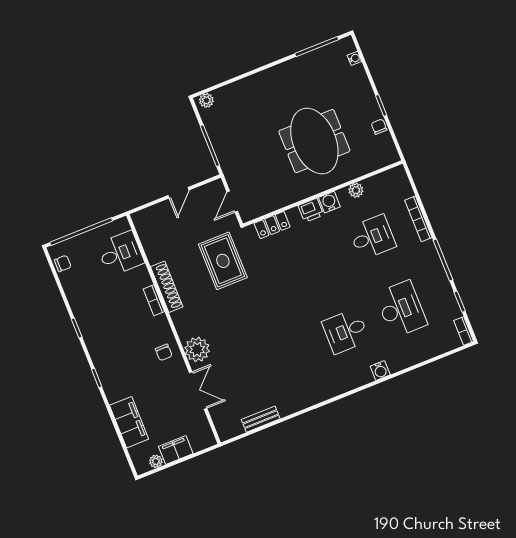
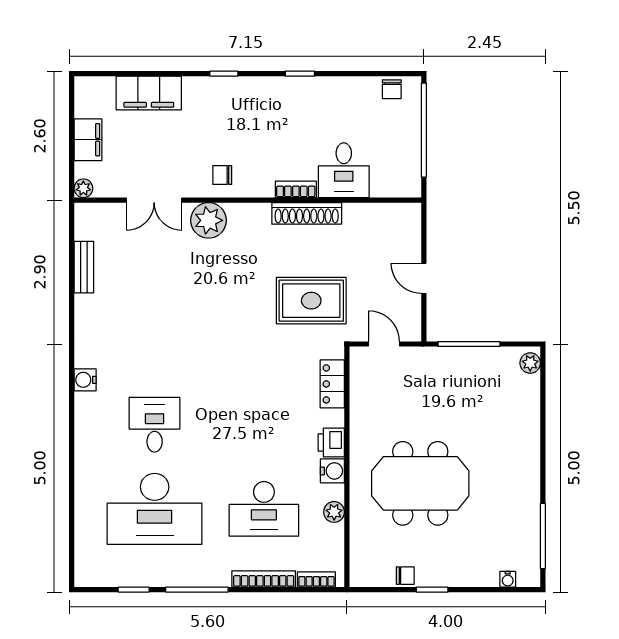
desk: (372, 237) -> (264, 509), width x1.37
desk: (120, 253) -> (344, 170), moved
desk: (401, 309) -> (155, 509), width x1.36, depth x1.30
bookcase: (464, 331) -> (316, 580), moved
water cooler: (380, 370) -> (85, 380), moved
plant: (156, 461) -> (83, 188), moved

